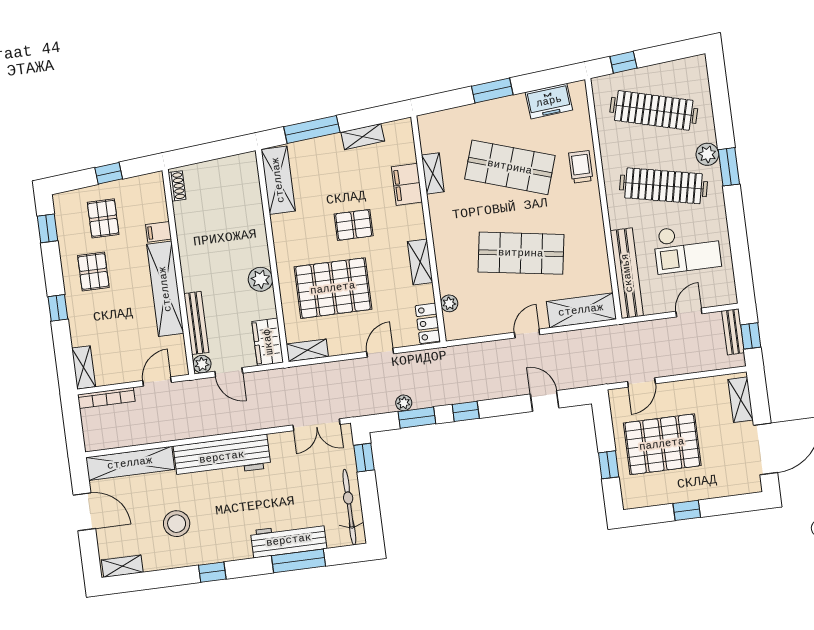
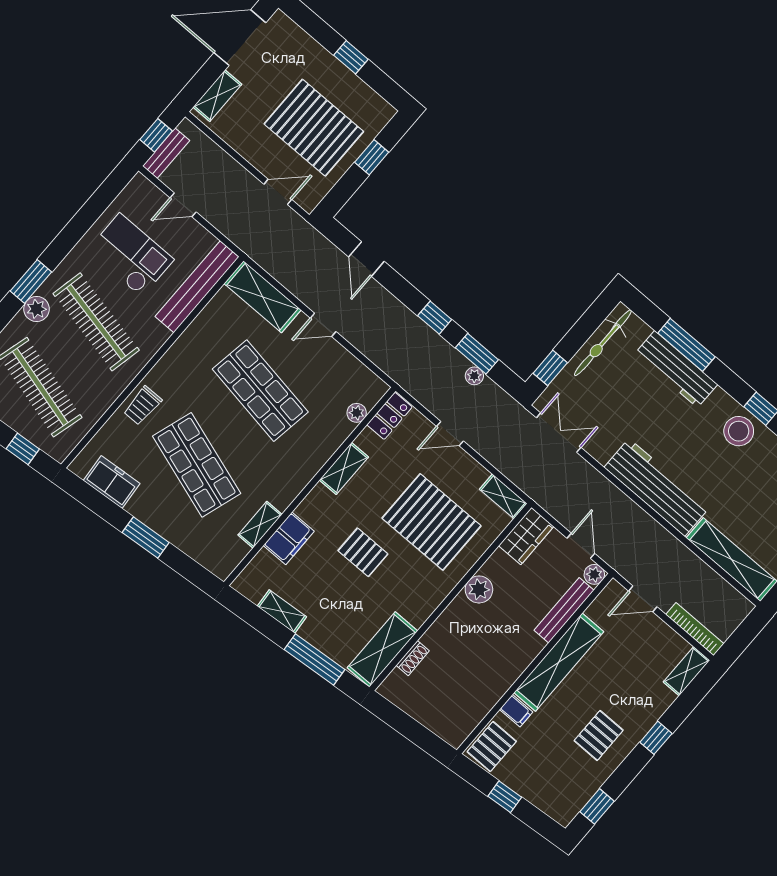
shoe rack: (177, 186) -> (413, 658), moved, turned 180
pallet: (103, 218) -> (492, 747), moved
stool: (177, 524) -> (739, 431), moved

